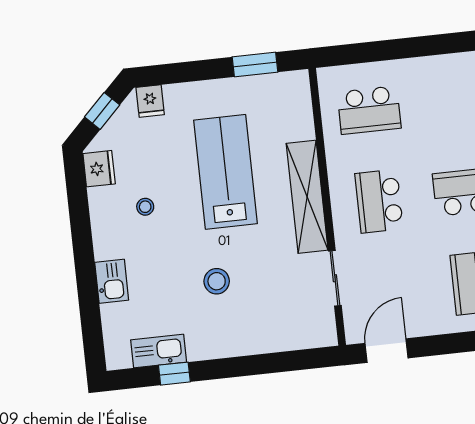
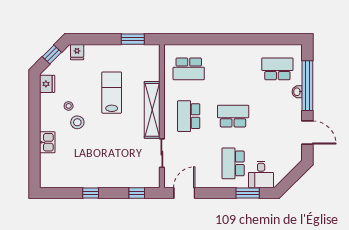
lab bench: (225, 172) -> (112, 93), width x0.73, depth x0.72
stool: (217, 281) -> (77, 122), moved
kitchen sink: (159, 351) -> (67, 181), removed
window: (295, 361) -> (137, 193), added
window: (174, 374) -> (91, 193), moved

